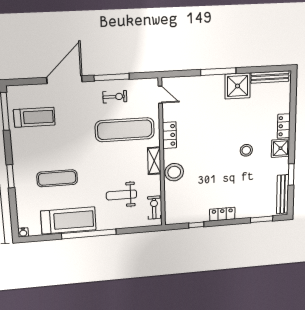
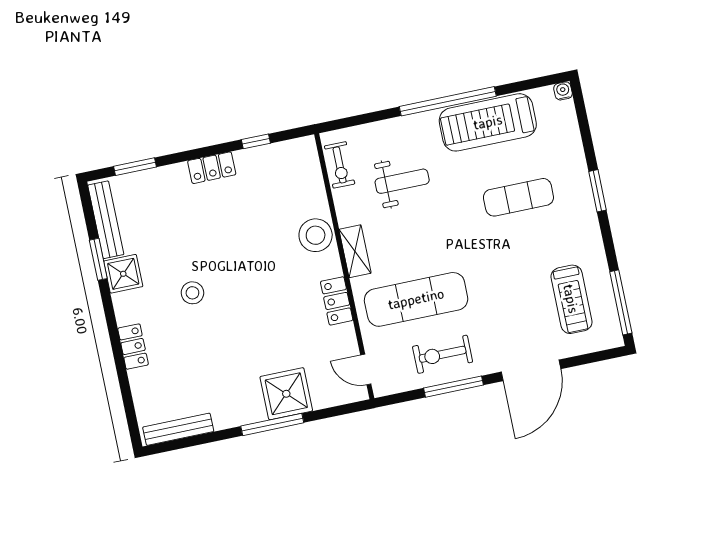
shower: (238, 86) -> (286, 394), moved
exercise bike: (115, 97) -> (443, 354), width x1.38, depth x1.39
treadmill: (34, 117) -> (571, 299), turned -90
shower: (280, 148) -> (123, 274), moved

